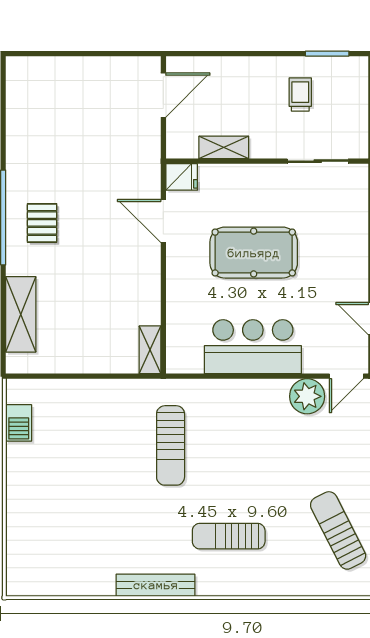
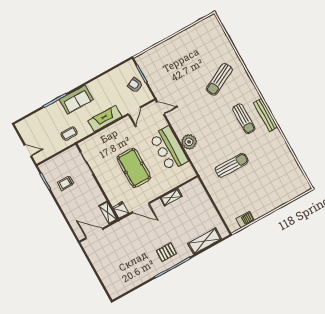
shelving: (224, 147) -> (108, 213), moved
door: (163, 221) -> (141, 208), hinge flipped
shelving: (150, 350) -> (171, 197), moved
plant: (307, 396) -> (189, 142), moved
sun lounger: (171, 445) -> (232, 165), moved
bench: (156, 585) -> (266, 115), moved

